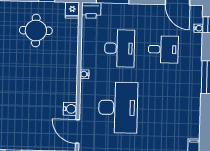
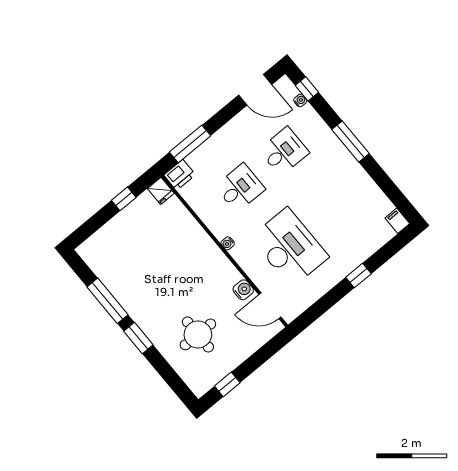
round table: (36, 30) -> (198, 334), moved
desk: (120, 48) -> (240, 188), width x0.73

